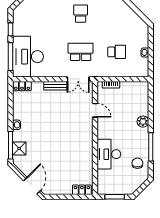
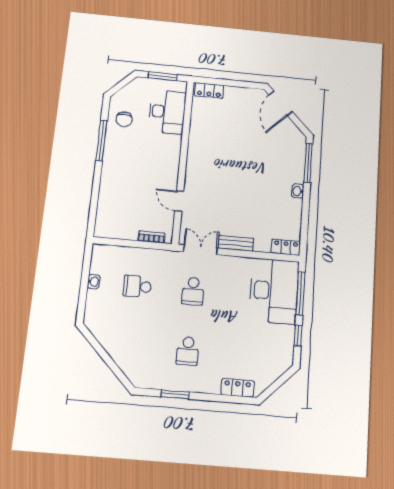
school desk: (81, 52) -> (193, 291), width x0.54
plant: (143, 122) -> (109, 178), removed
shower: (19, 148) -> (296, 157), removed
desk: (109, 154) -> (167, 112), moved

